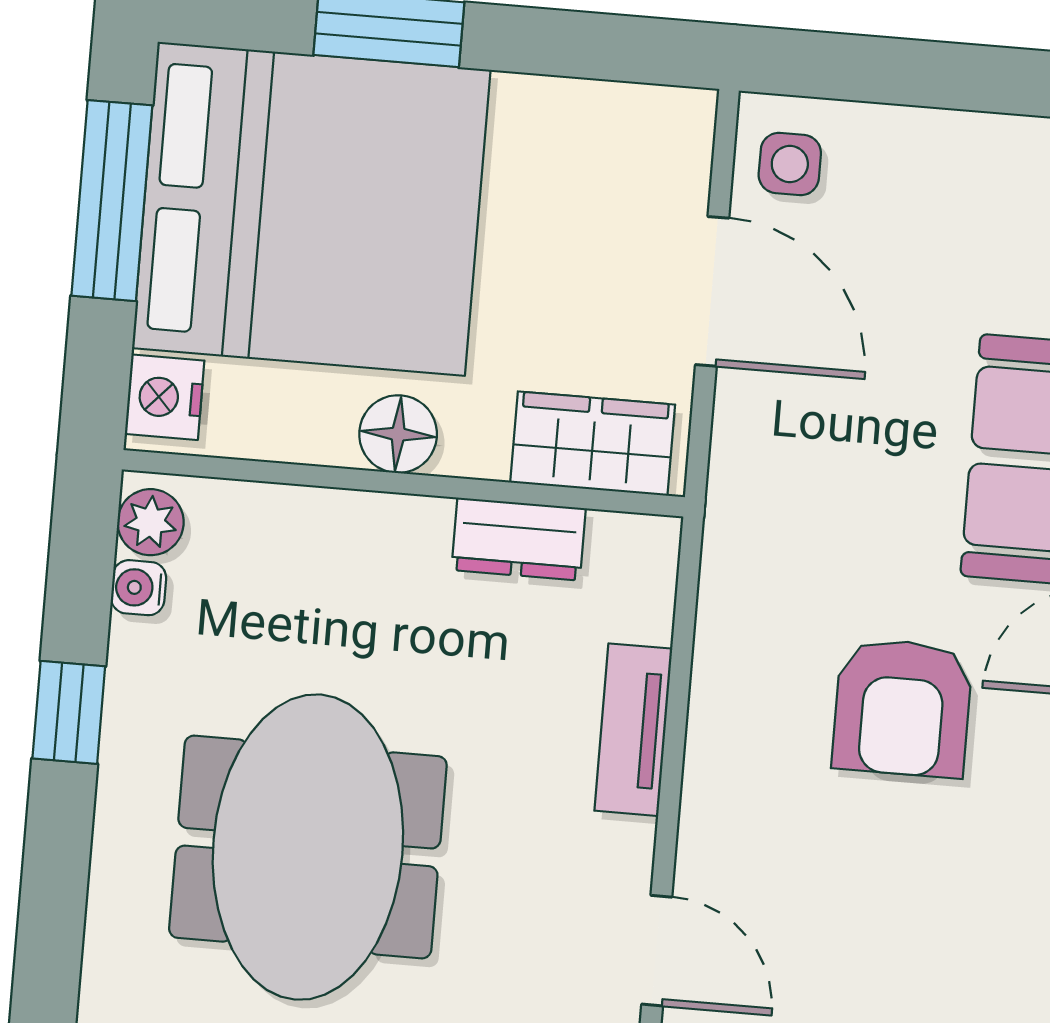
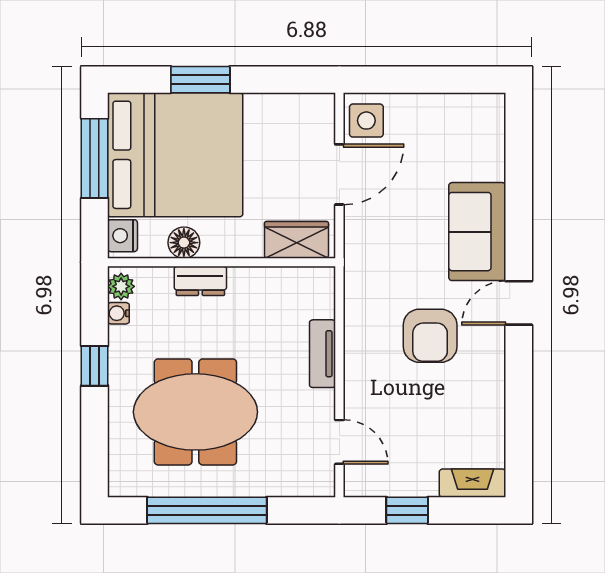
side table: (790, 164) -> (366, 121), width x1.37, depth x1.37
door: (712, 291) -> (339, 174), hinge flipped
floor lamp: (398, 434) -> (184, 243), moved
dresser: (519, 539) -> (200, 281), moved
meeting table: (308, 847) -> (195, 412), turned 90

